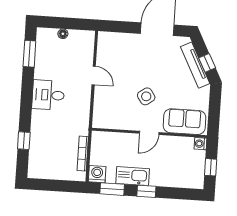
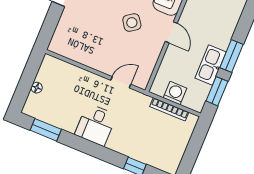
door: (94, 75) -> (121, 82), moved
washing machine: (97, 174) -> (175, 93), moved, turned 90
window: (146, 191) -> (231, 56), width x1.50

